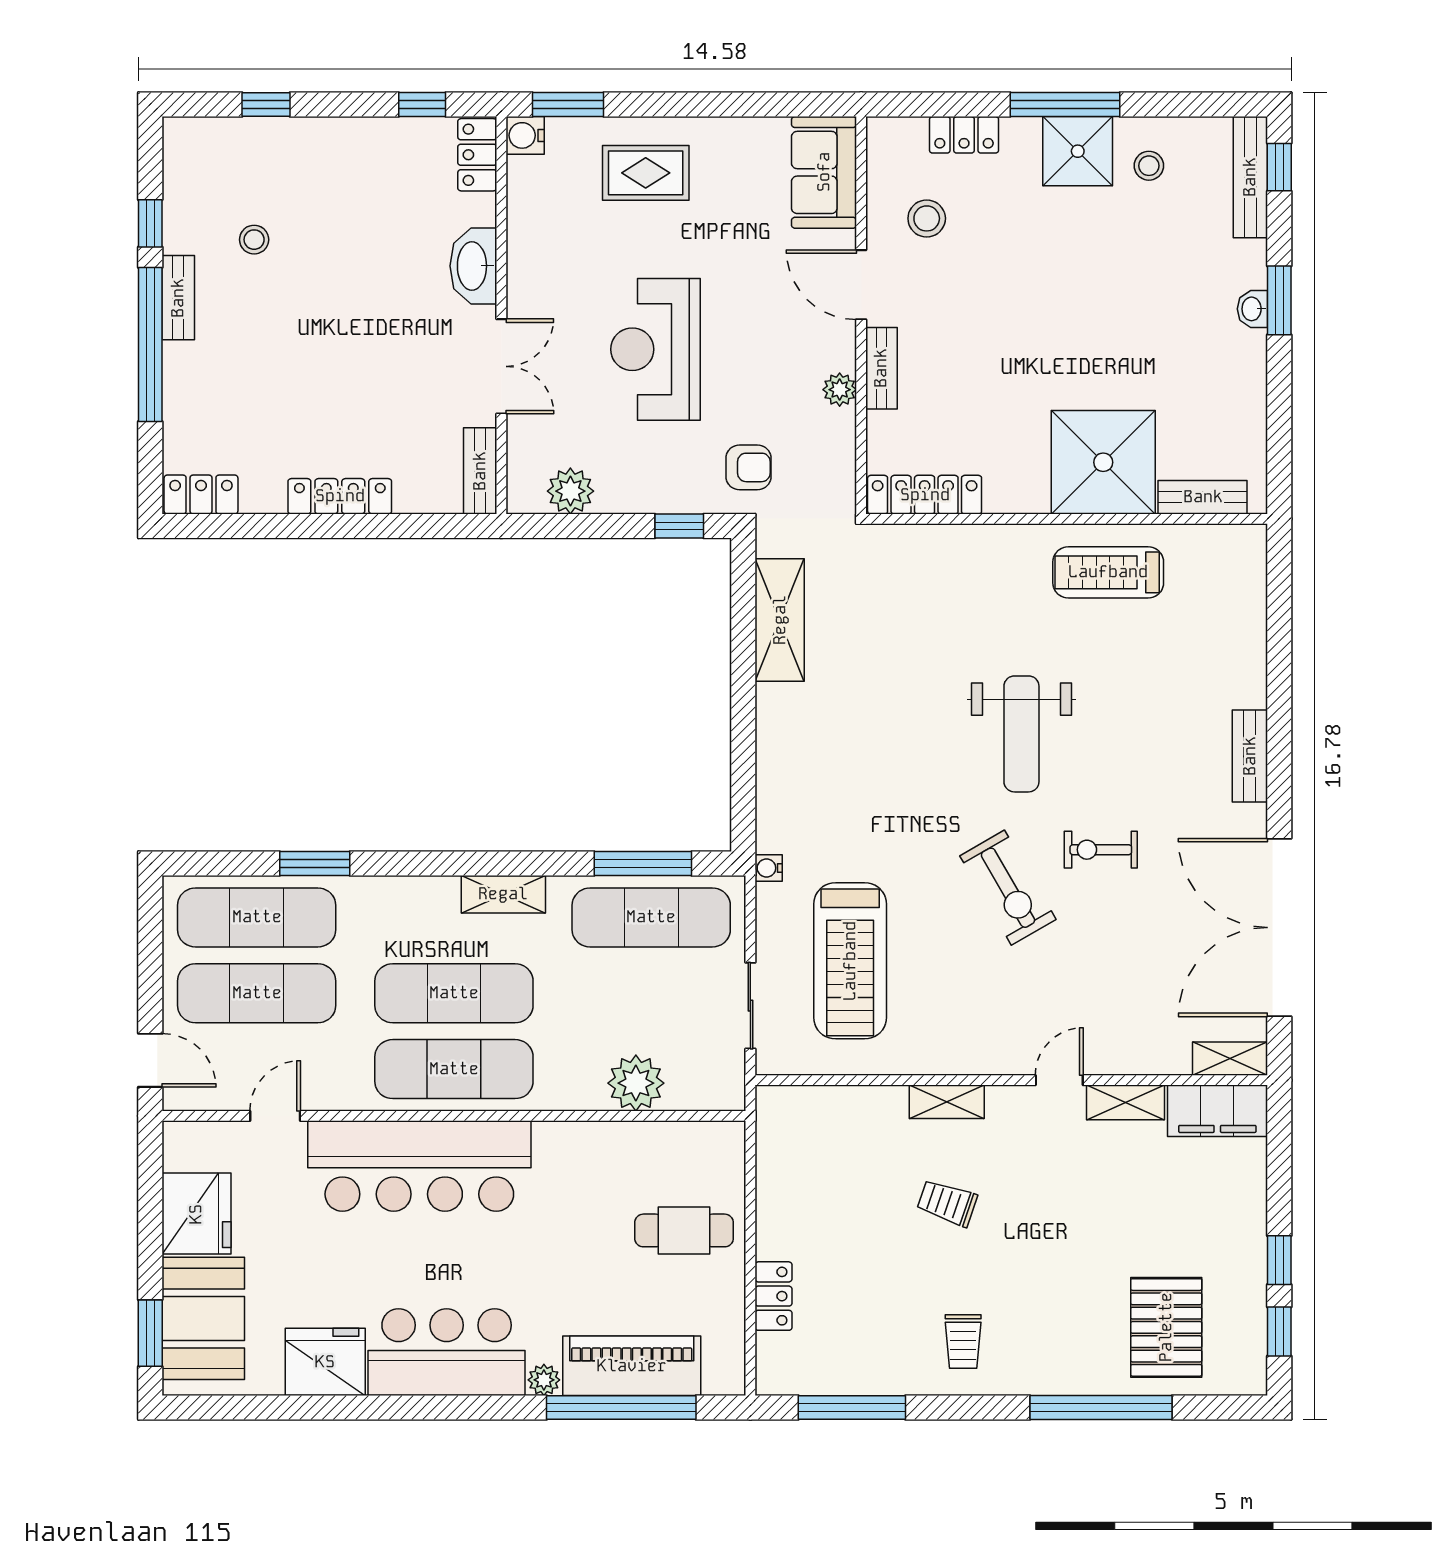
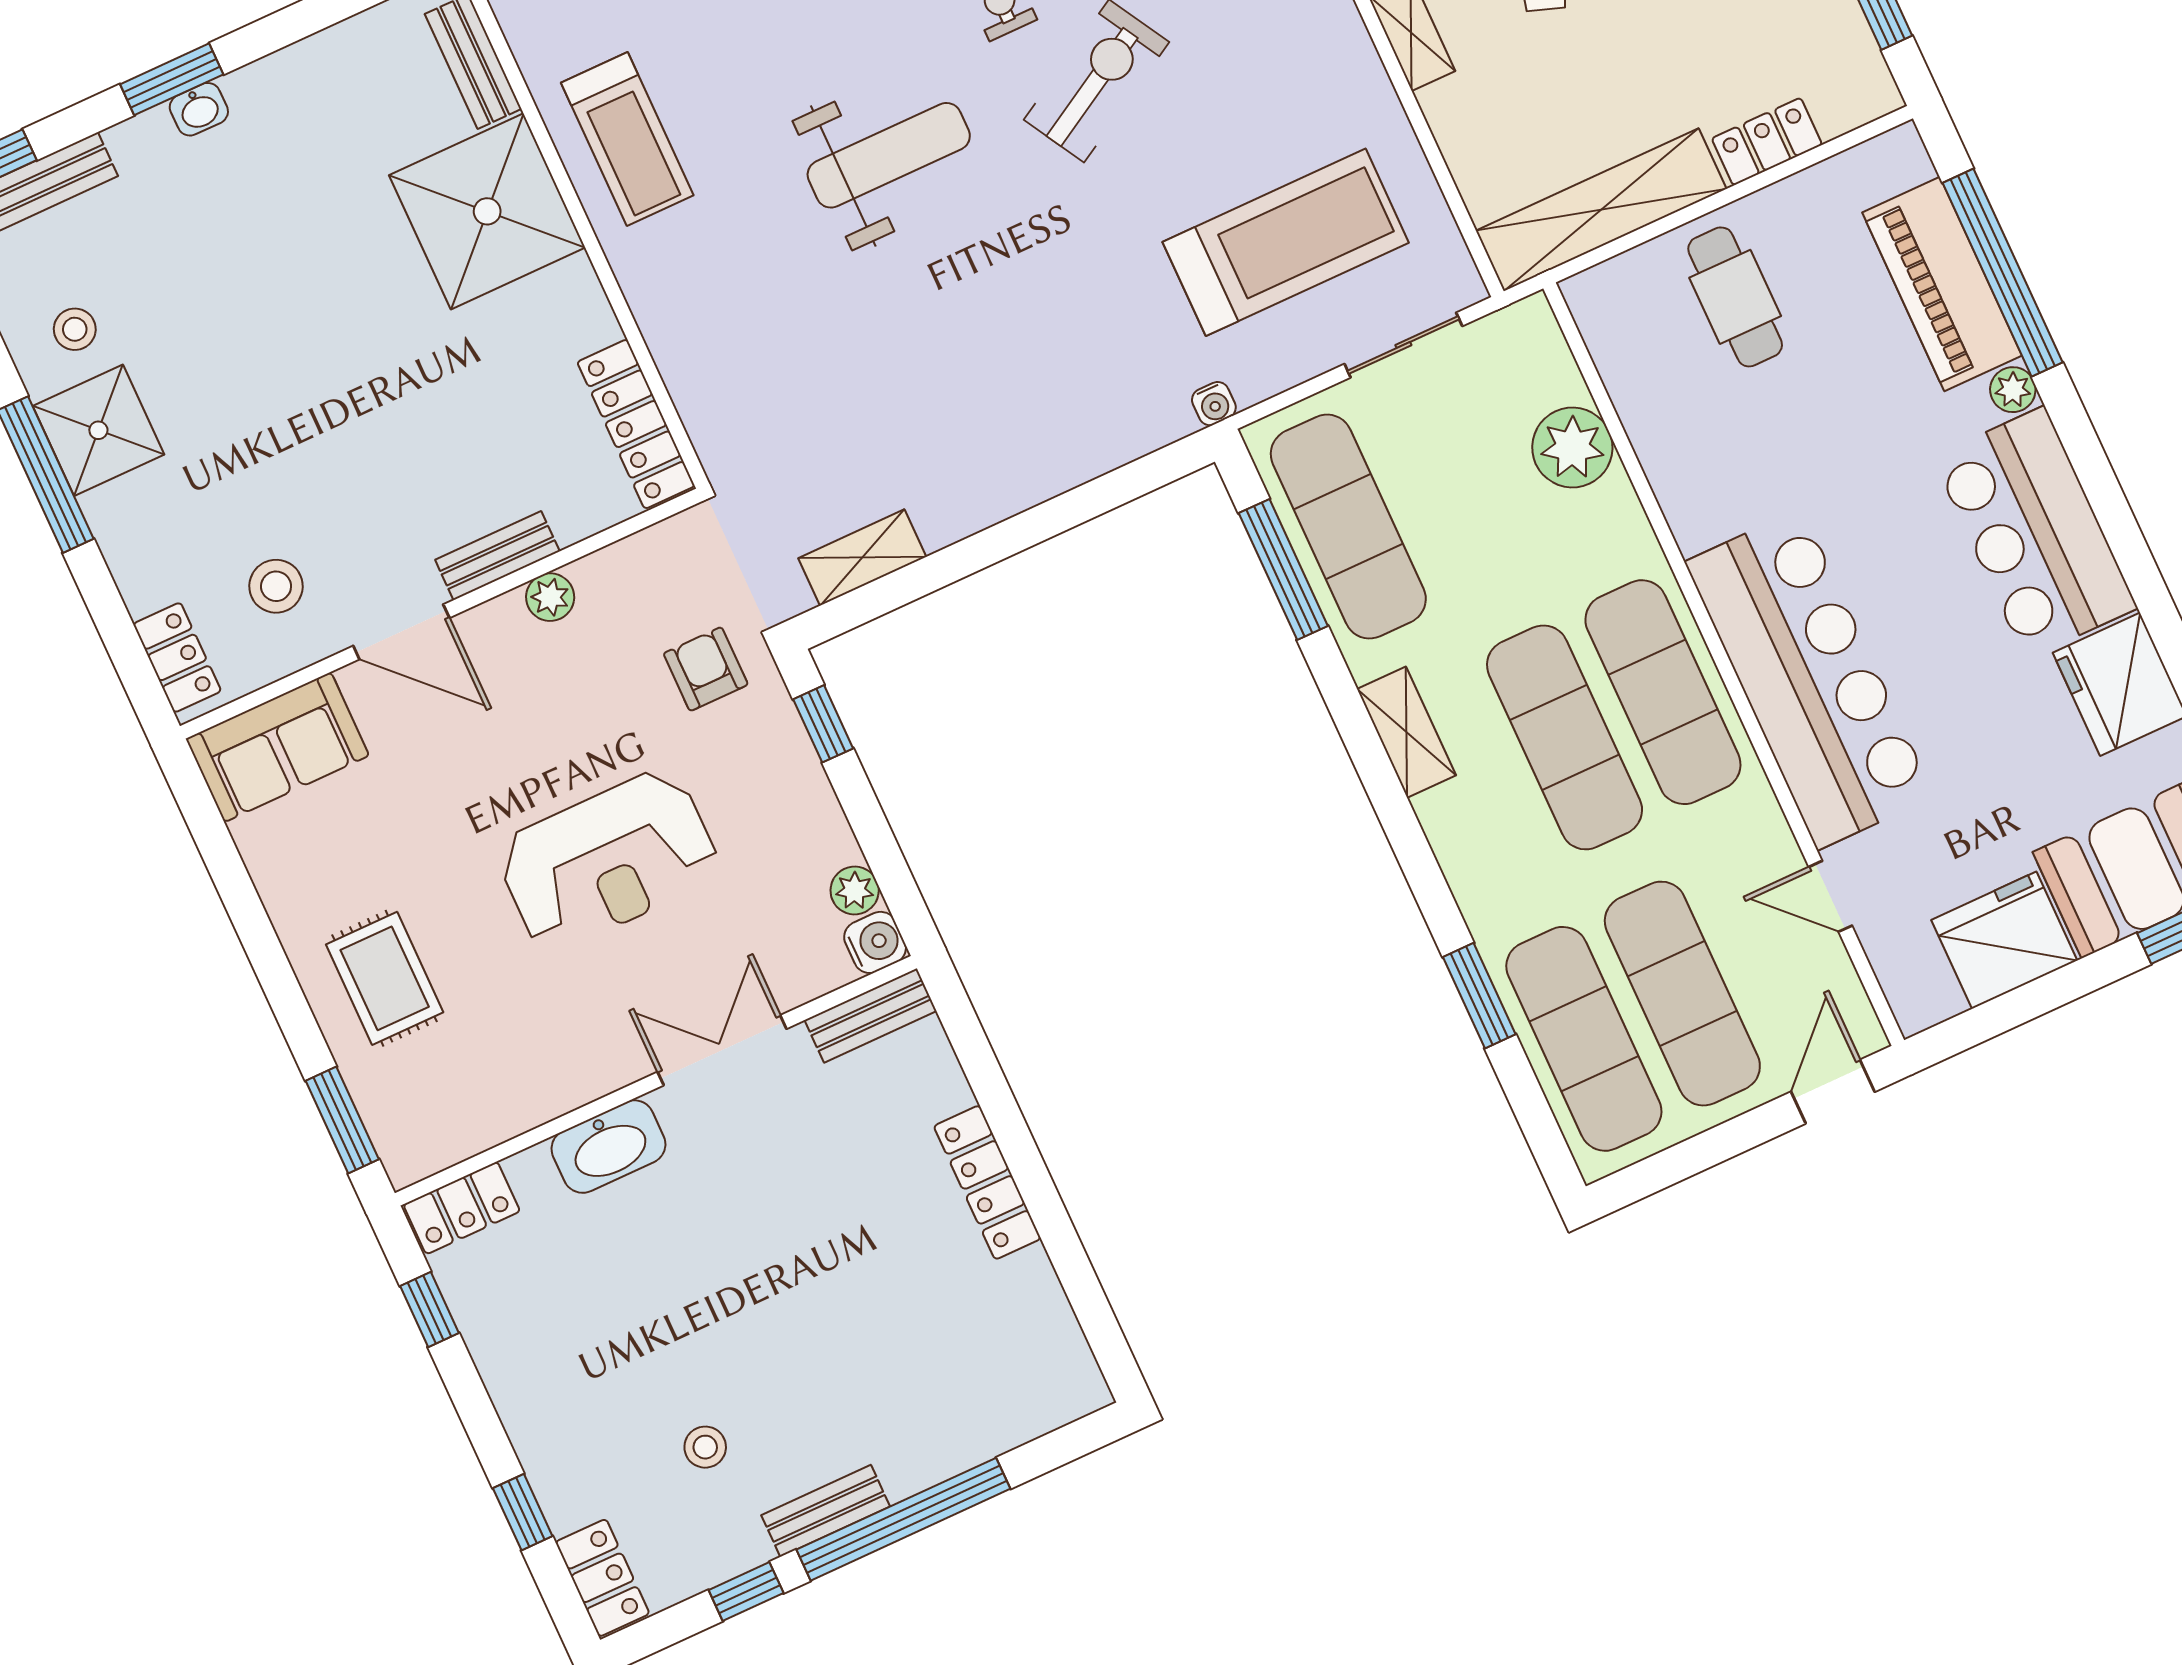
water cooler: (525, 135) -> (875, 942), moved, turned -90
locker: (964, 135) -> (177, 657), moved
door: (861, 285) -> (401, 632), hinge flipped
plant: (570, 491) -> (855, 890), width x0.73, depth x0.73
locker: (201, 495) -> (602, 1578), moved, turned 180
shelving: (780, 620) -> (862, 558), width x0.67, depth x0.75
shelving: (779, 1171) -> (1601, 210), added

